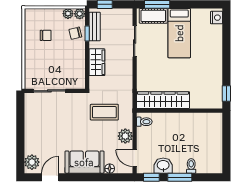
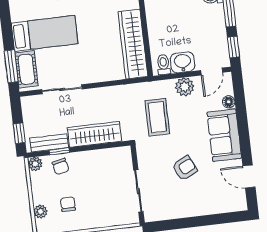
plant: (68, 14) -> (40, 212), moved
wardrobe: (97, 62) -> (94, 134), width x1.50
armchair: (63, 128) -> (185, 168), added
plant: (32, 162) -> (232, 202), removed
washbasin: (163, 166) -> (183, 62), moved, turned 90

